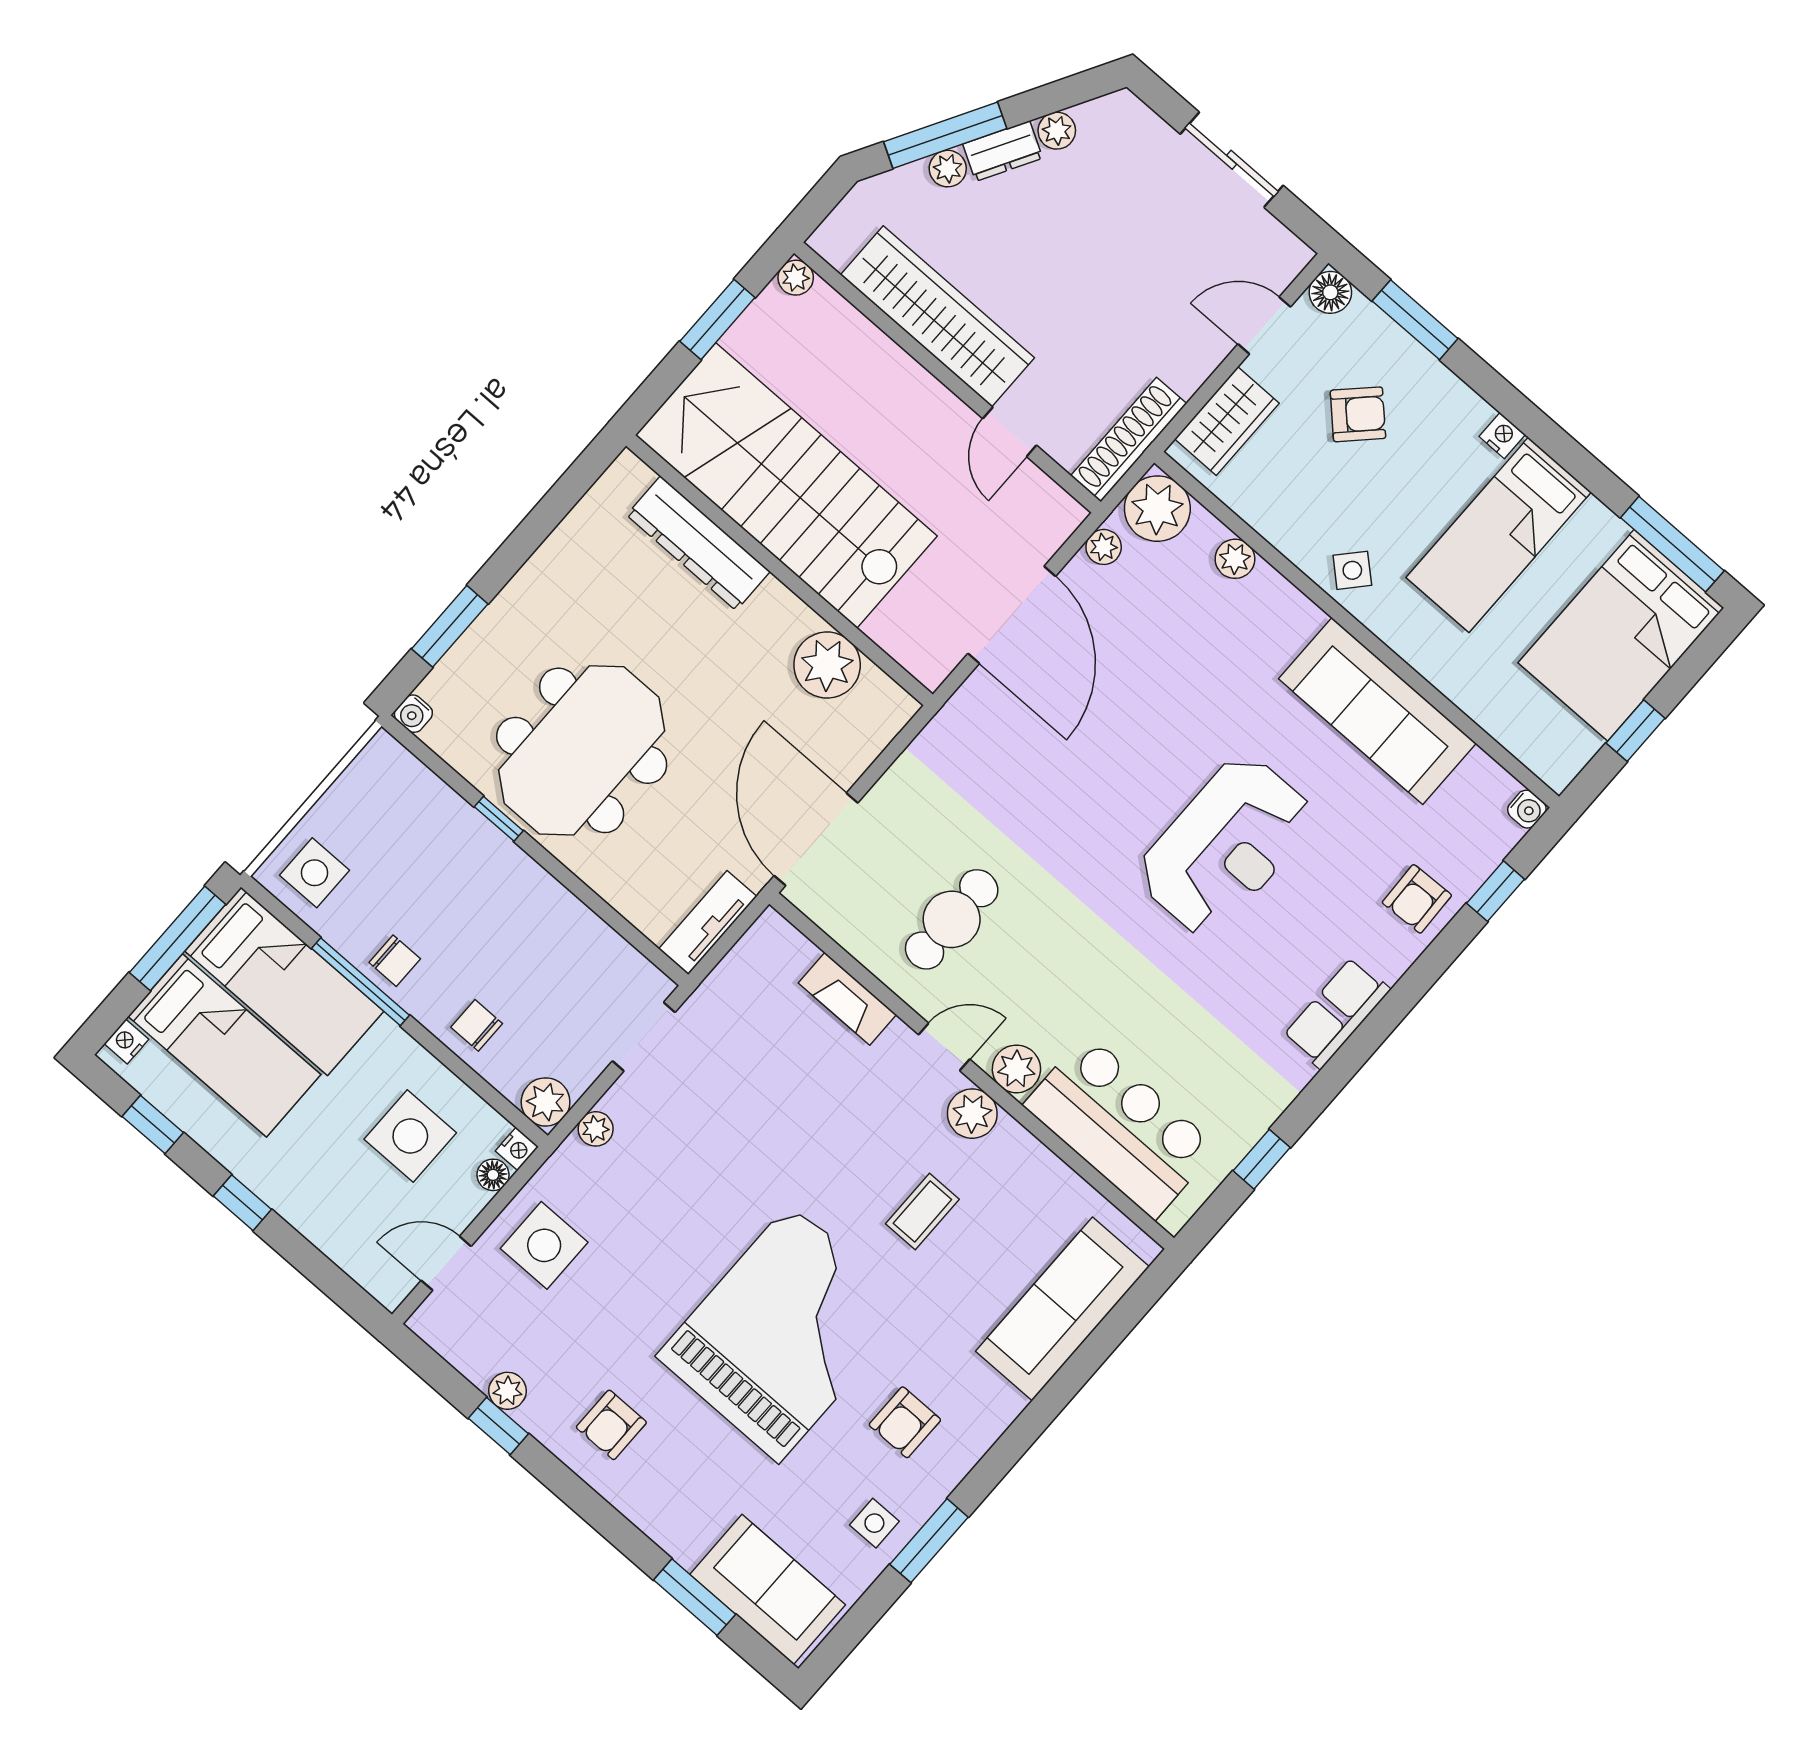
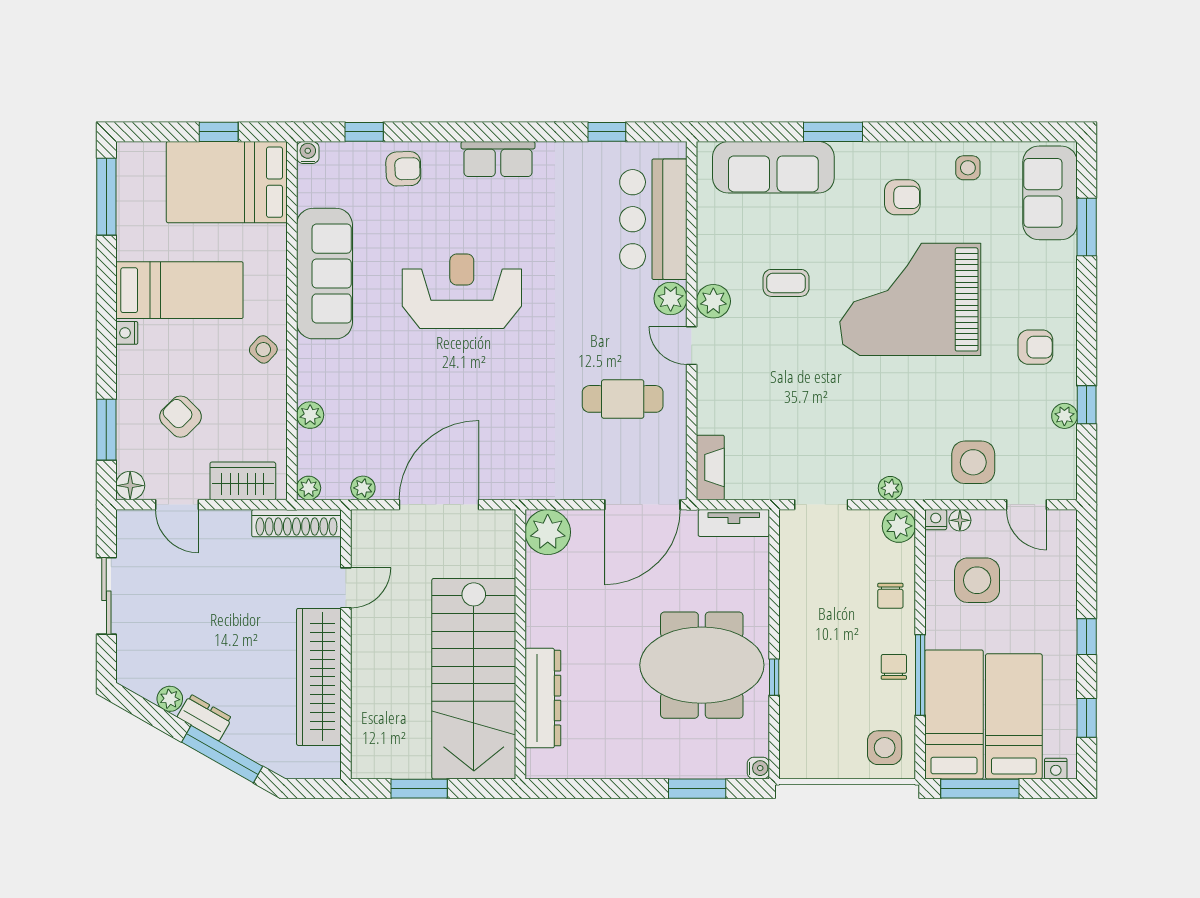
plant: (948, 169) -> (238, 738), removed
plant: (796, 278) -> (363, 767), removed
plant: (1157, 509) -> (309, 488), width x0.53, depth x0.53
bed: (1621, 635) -> (227, 182), moved, turned 180
plant: (827, 665) -> (548, 532), moved
fireplace: (847, 999) -> (710, 467), moved
window: (929, 1541) -> (833, 132), moved

